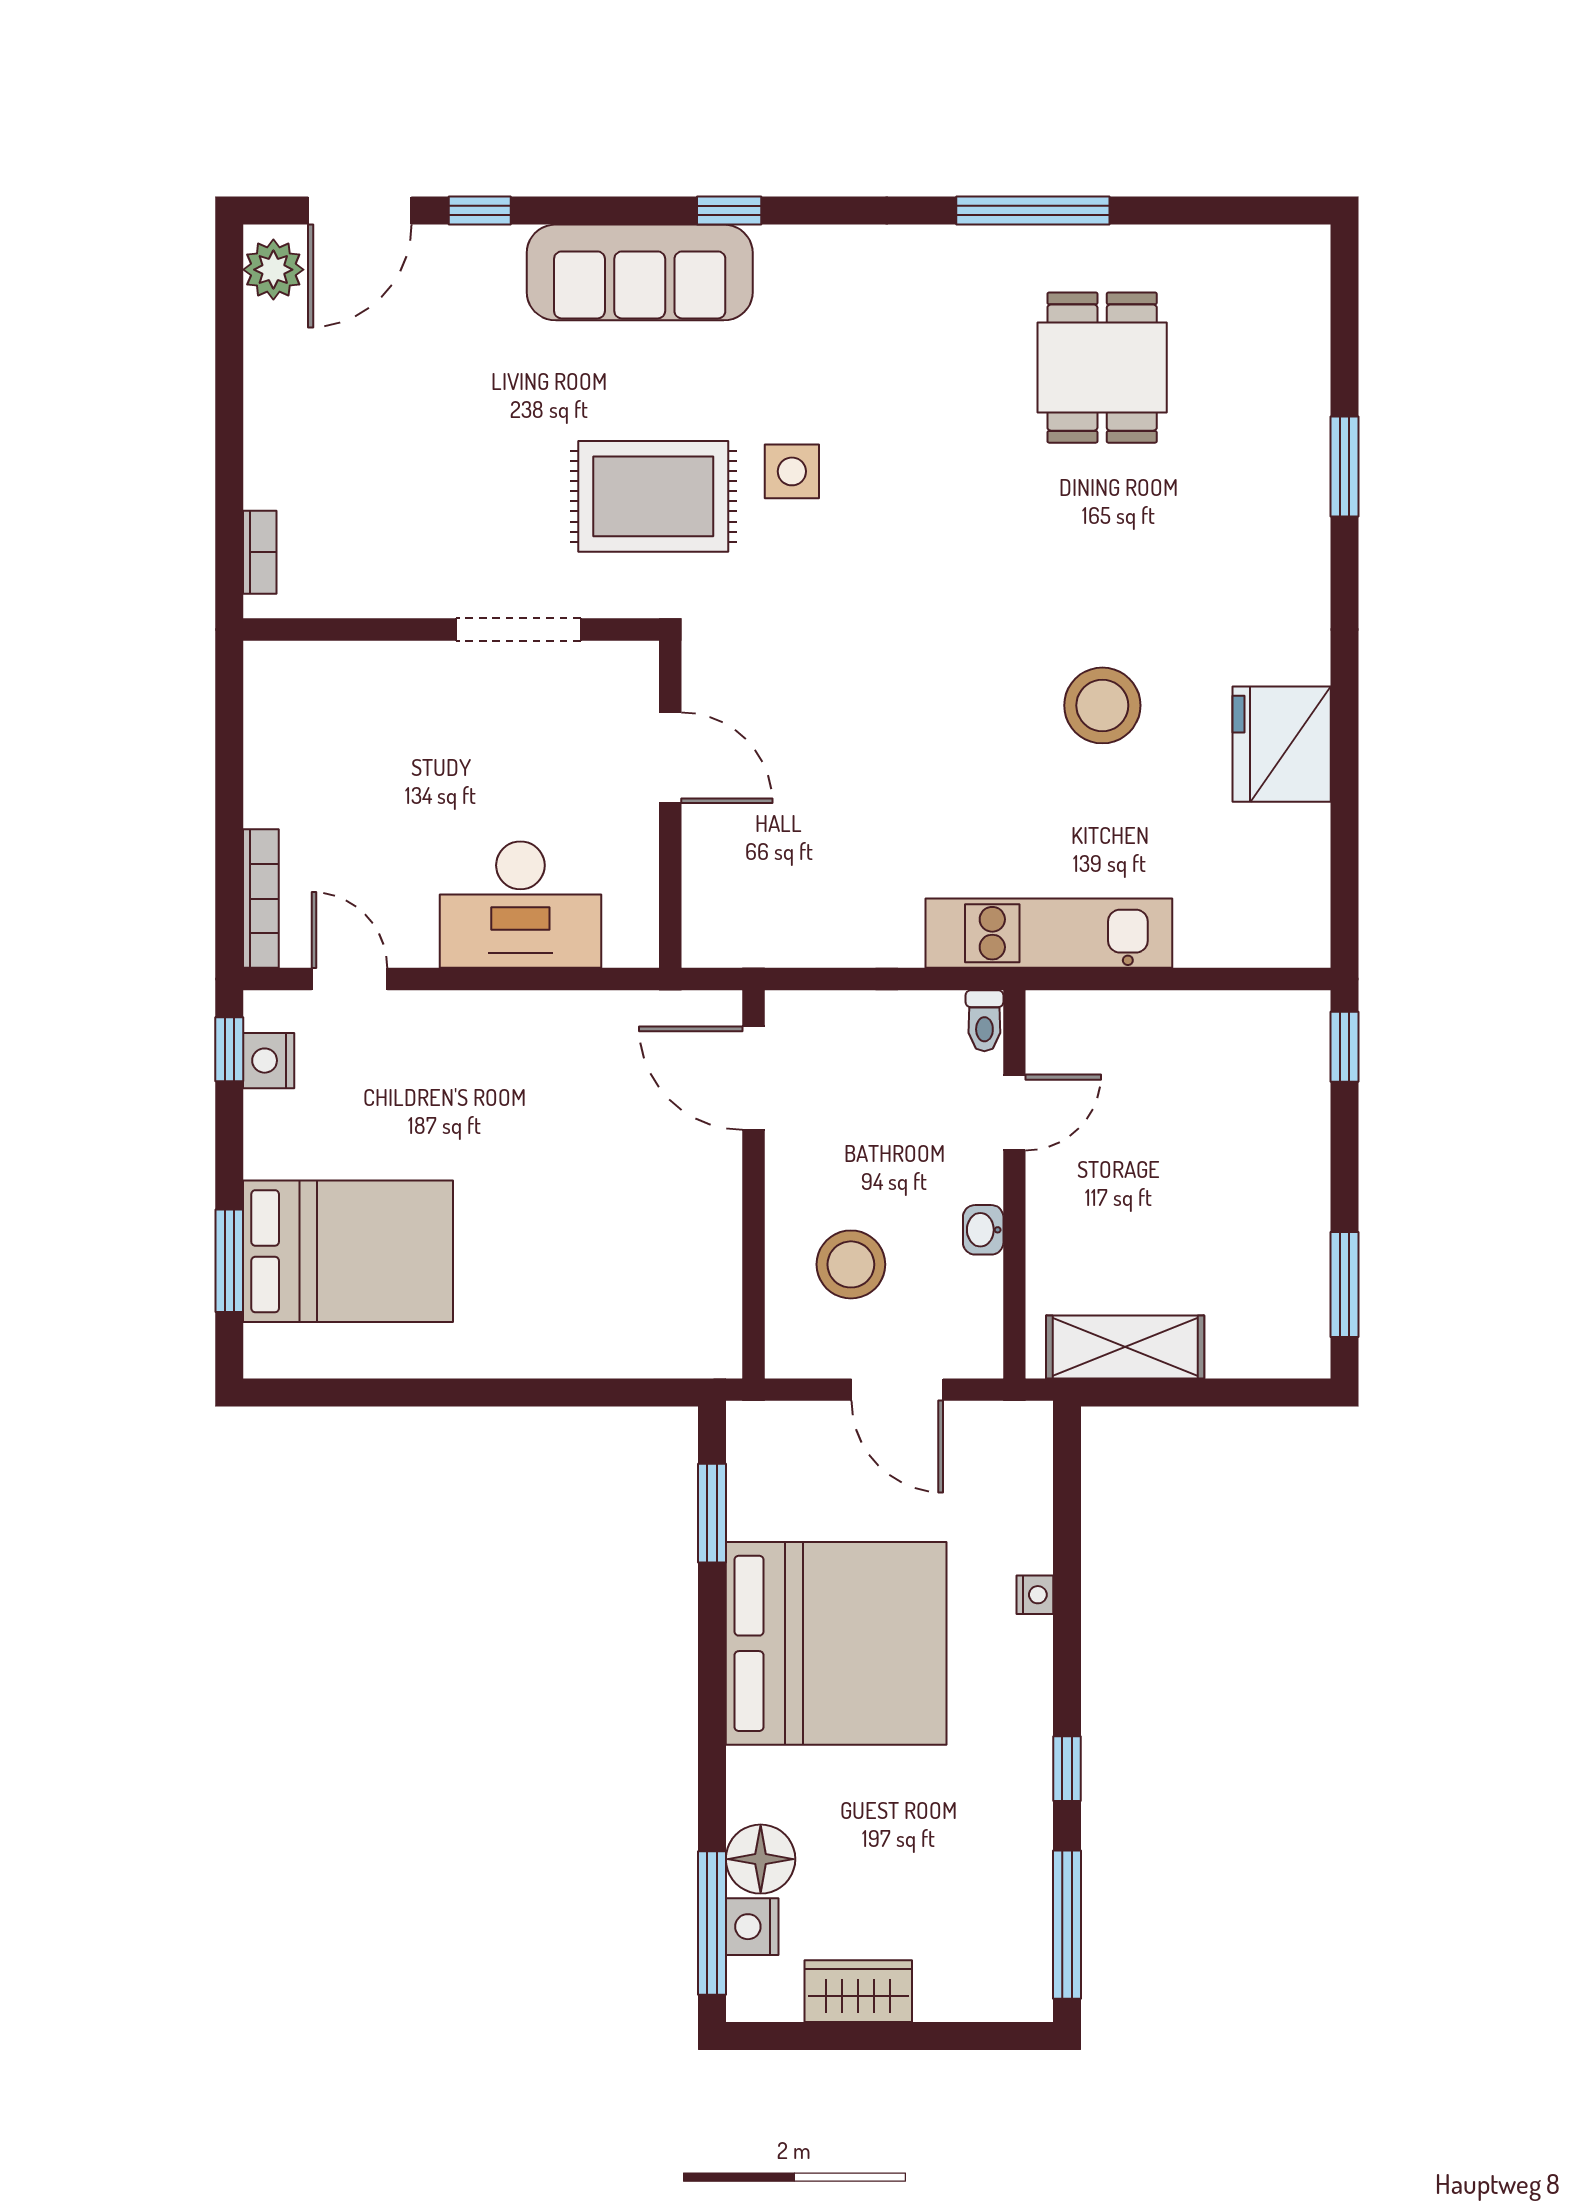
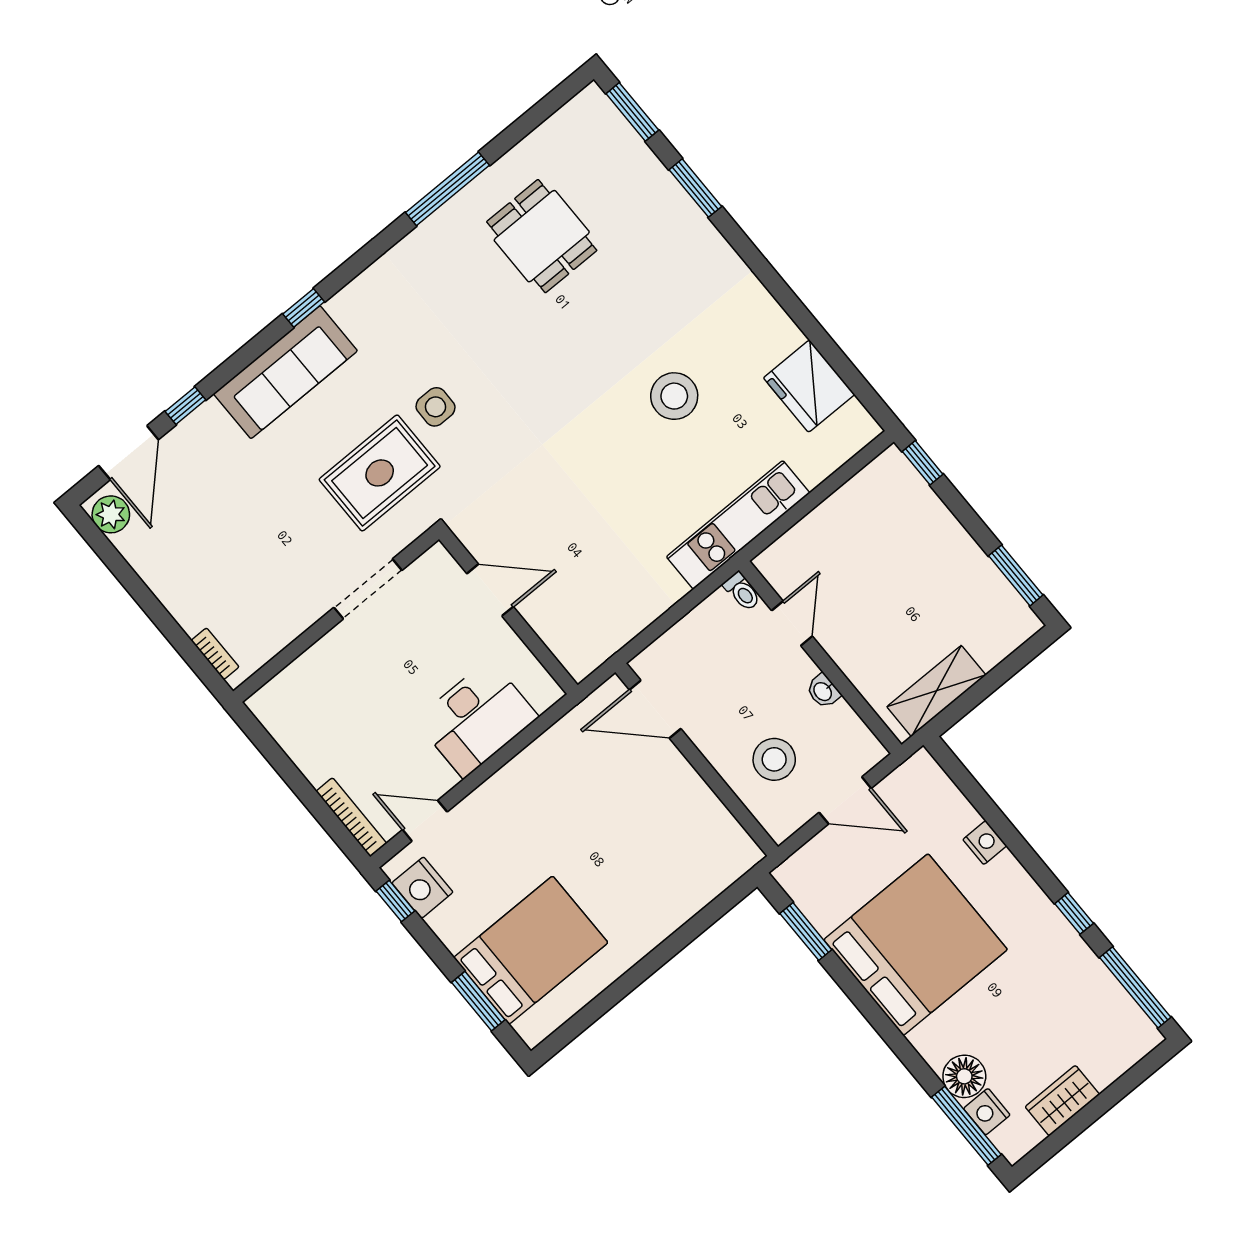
window: (1344, 306) -> (632, 112), added
fridge: (1282, 744) -> (809, 386), moved
nightstand: (269, 1061) -> (422, 888), width x1.36, depth x1.33
nightstand: (1035, 1595) -> (985, 843), width x1.39, depth x1.35

